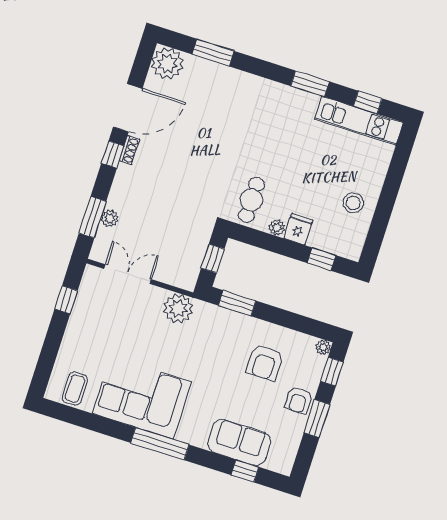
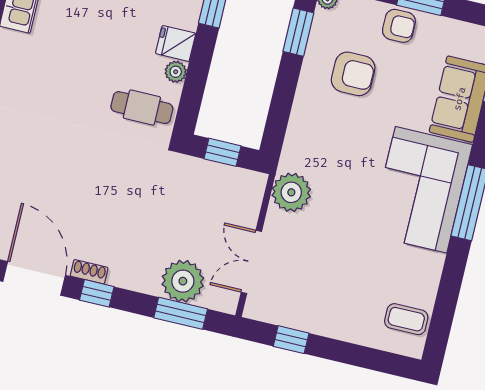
plant: (110, 218) -> (183, 281), width x1.87, depth x1.87
window: (237, 303) -> (298, 32), moved
corner sofa: (142, 398) -> (421, 190), moved

